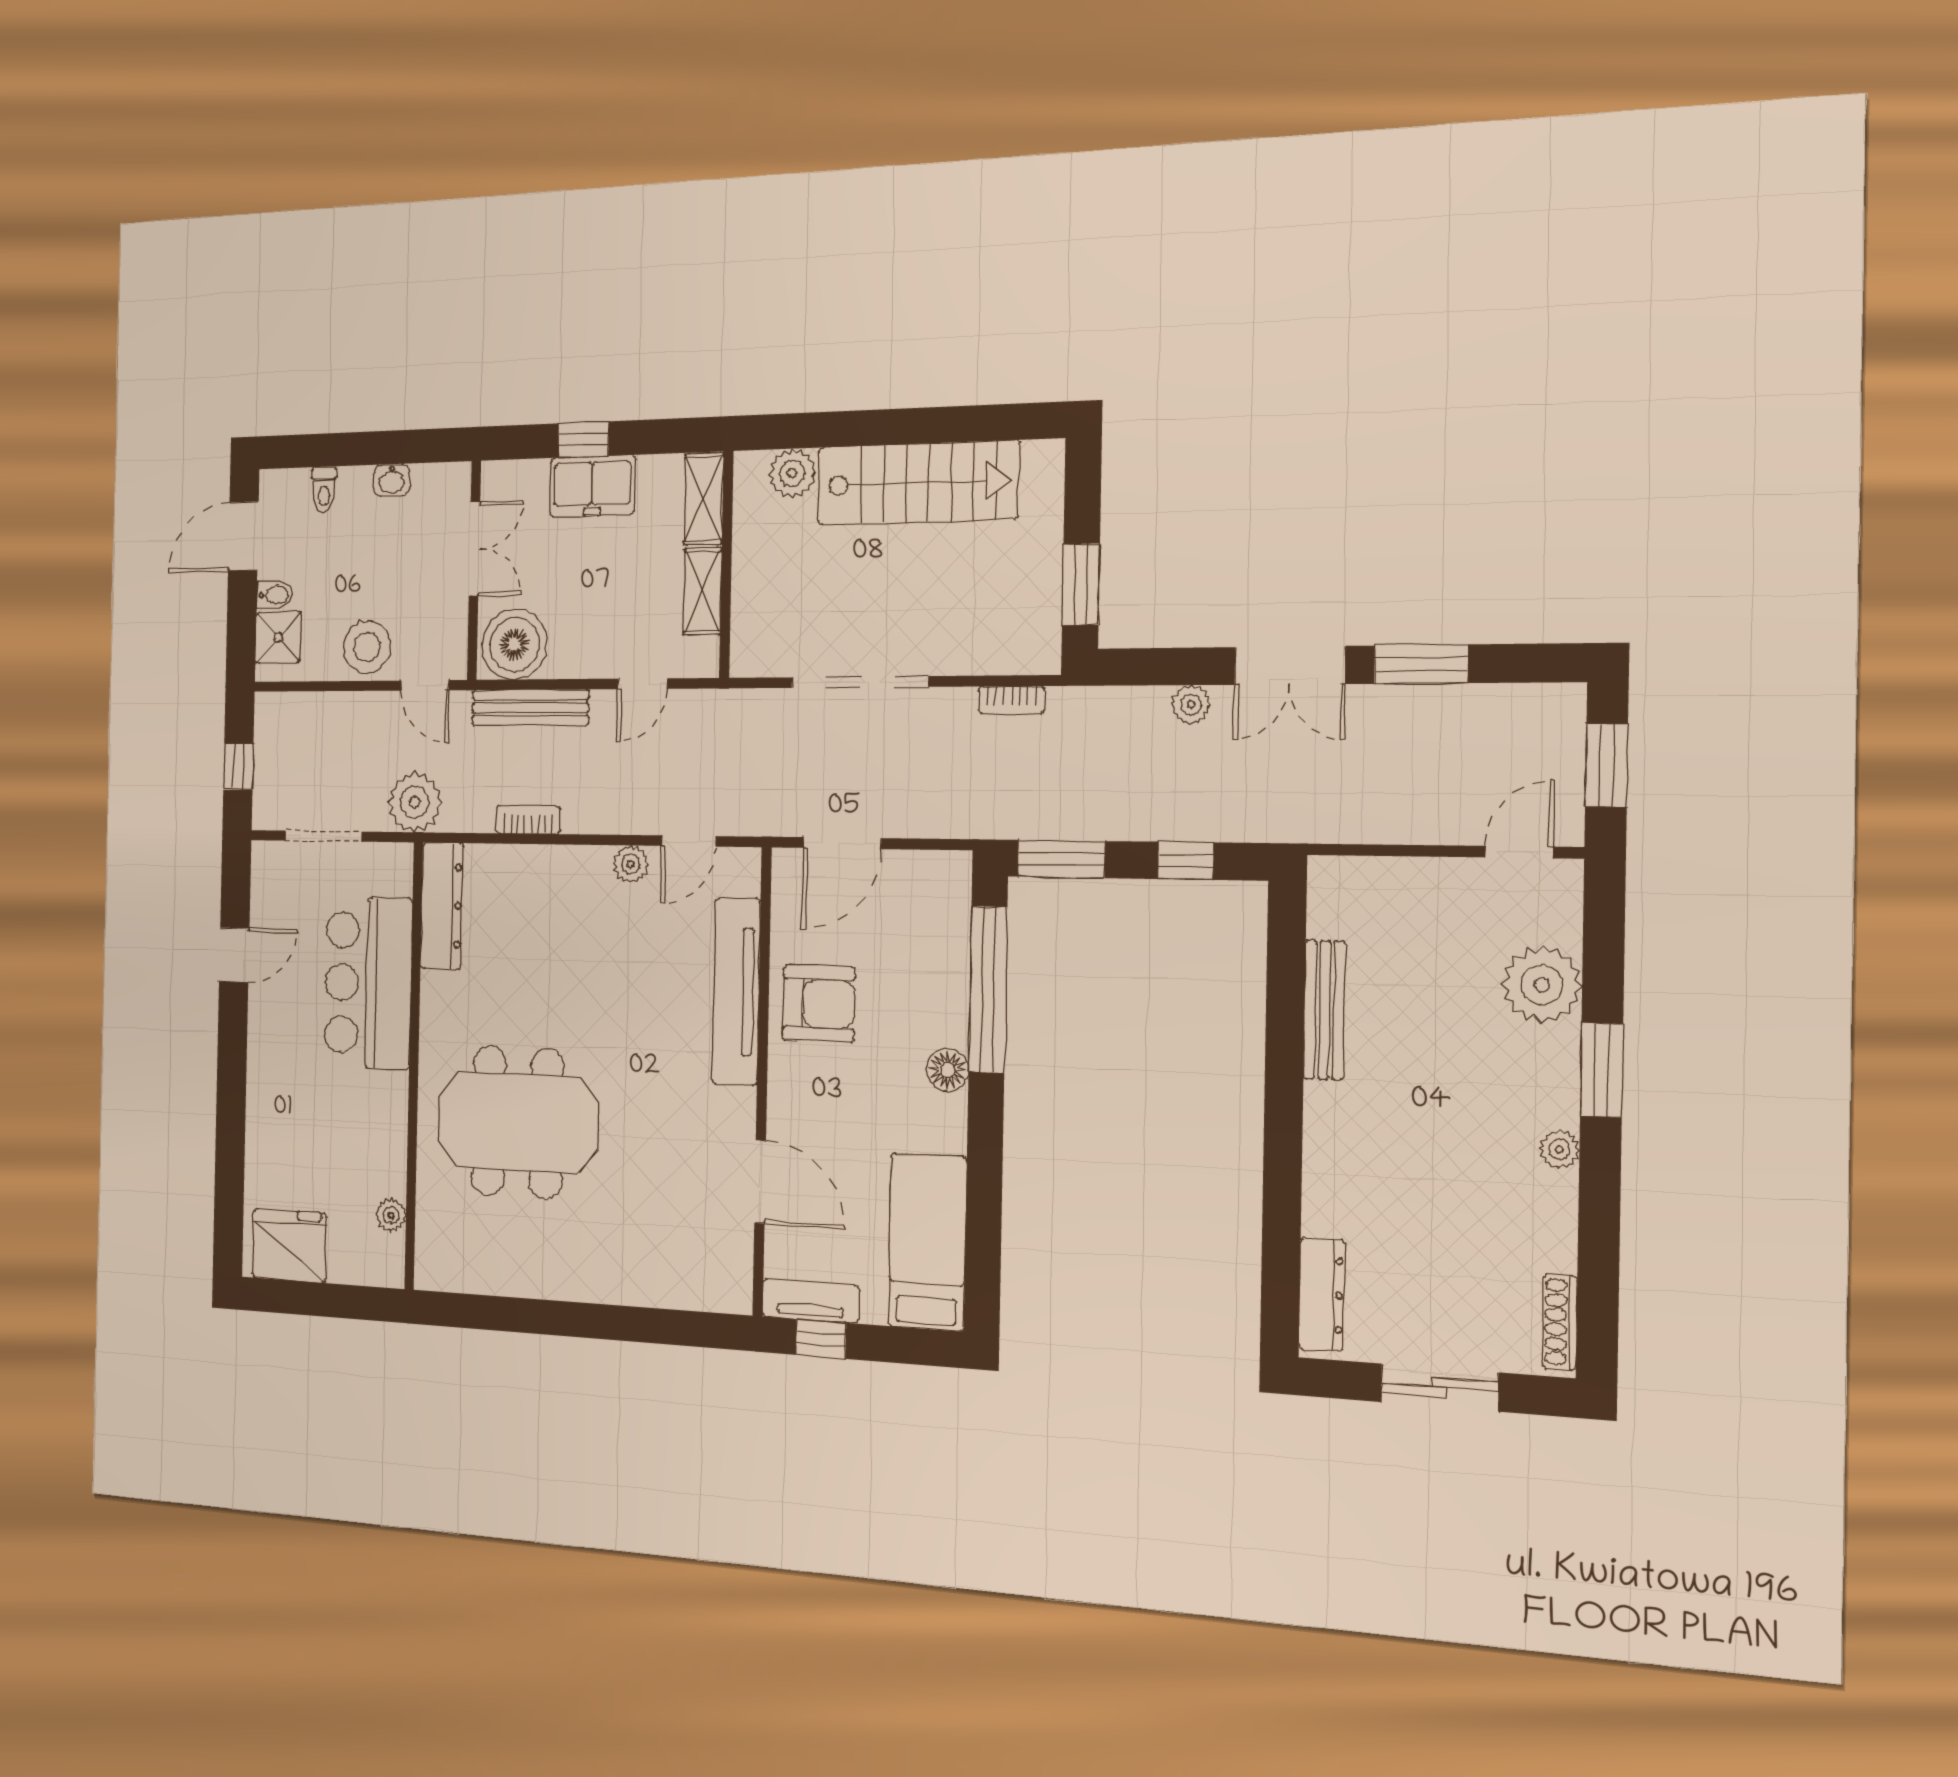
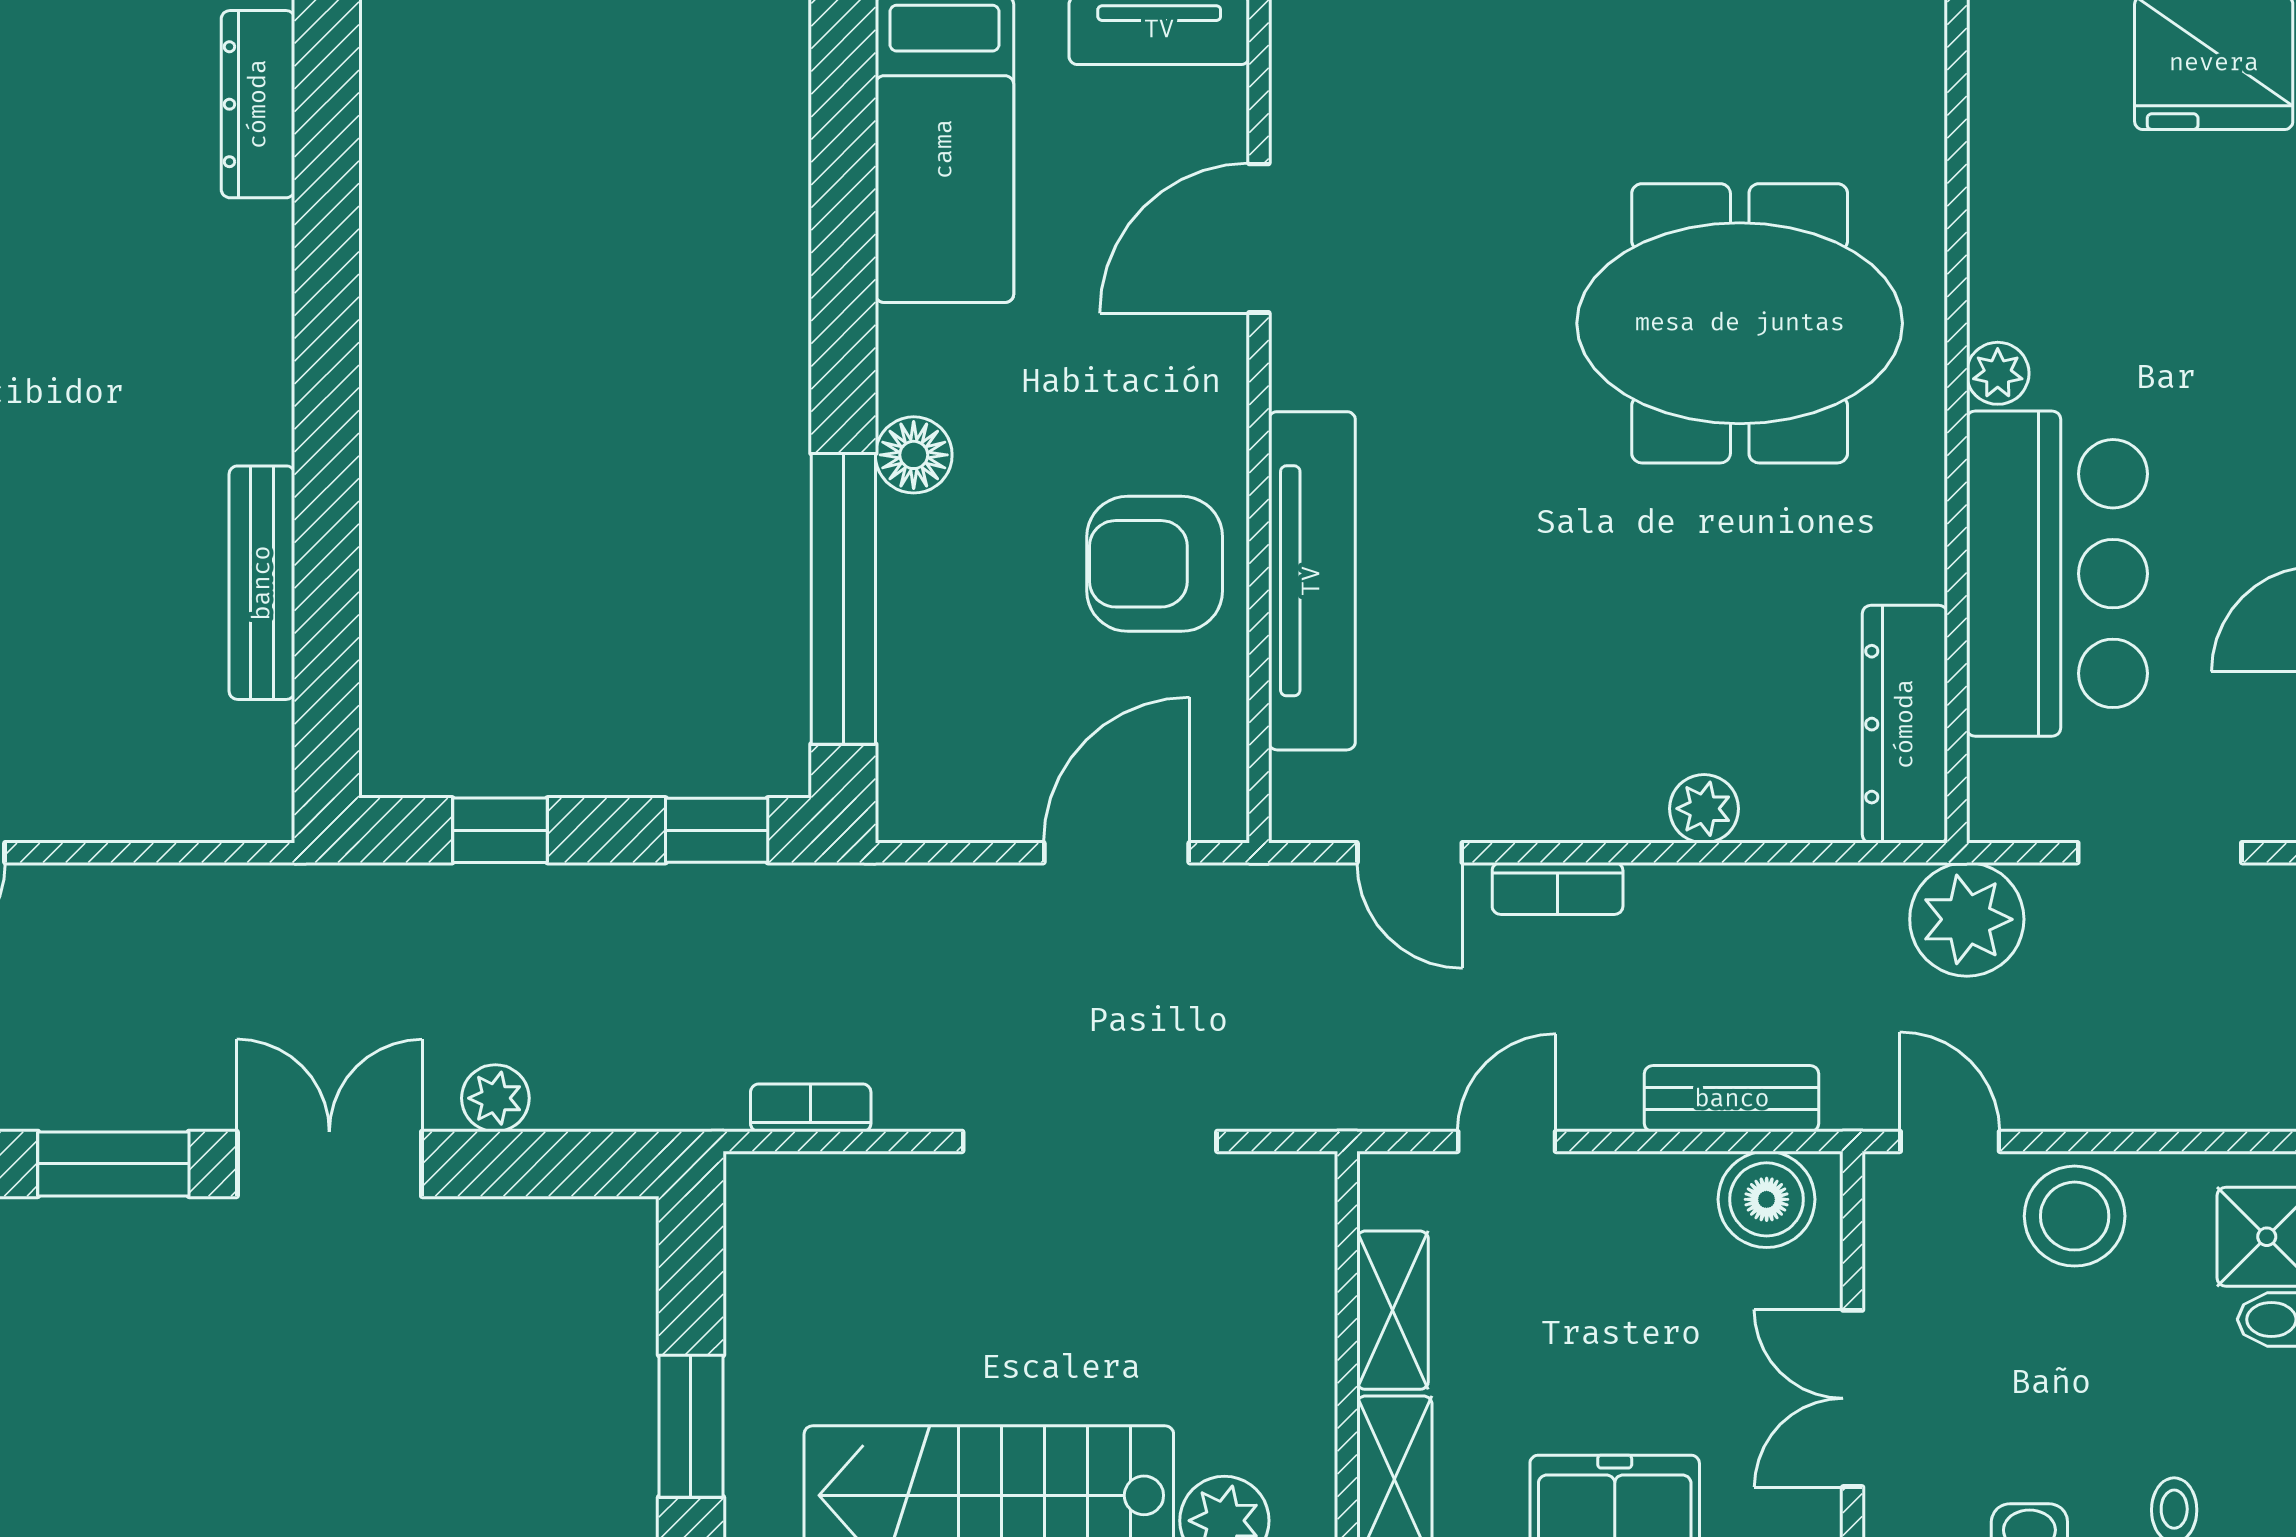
window: (1081, 584) -> (691, 1426), moved
boiler: (514, 644) -> (1767, 1199), width x0.73, depth x0.73
bench: (530, 707) -> (1732, 1099), width x0.73
bookcase: (528, 820) -> (1558, 888), moved
door: (689, 841) -> (1410, 853), swing flipped
window: (1061, 859) -> (717, 830), width x0.67
plant: (631, 864) -> (1704, 809), moved
door: (760, 1182) -> (1259, 238), hinge flipped
plant: (391, 1215) -> (1998, 373), moved

